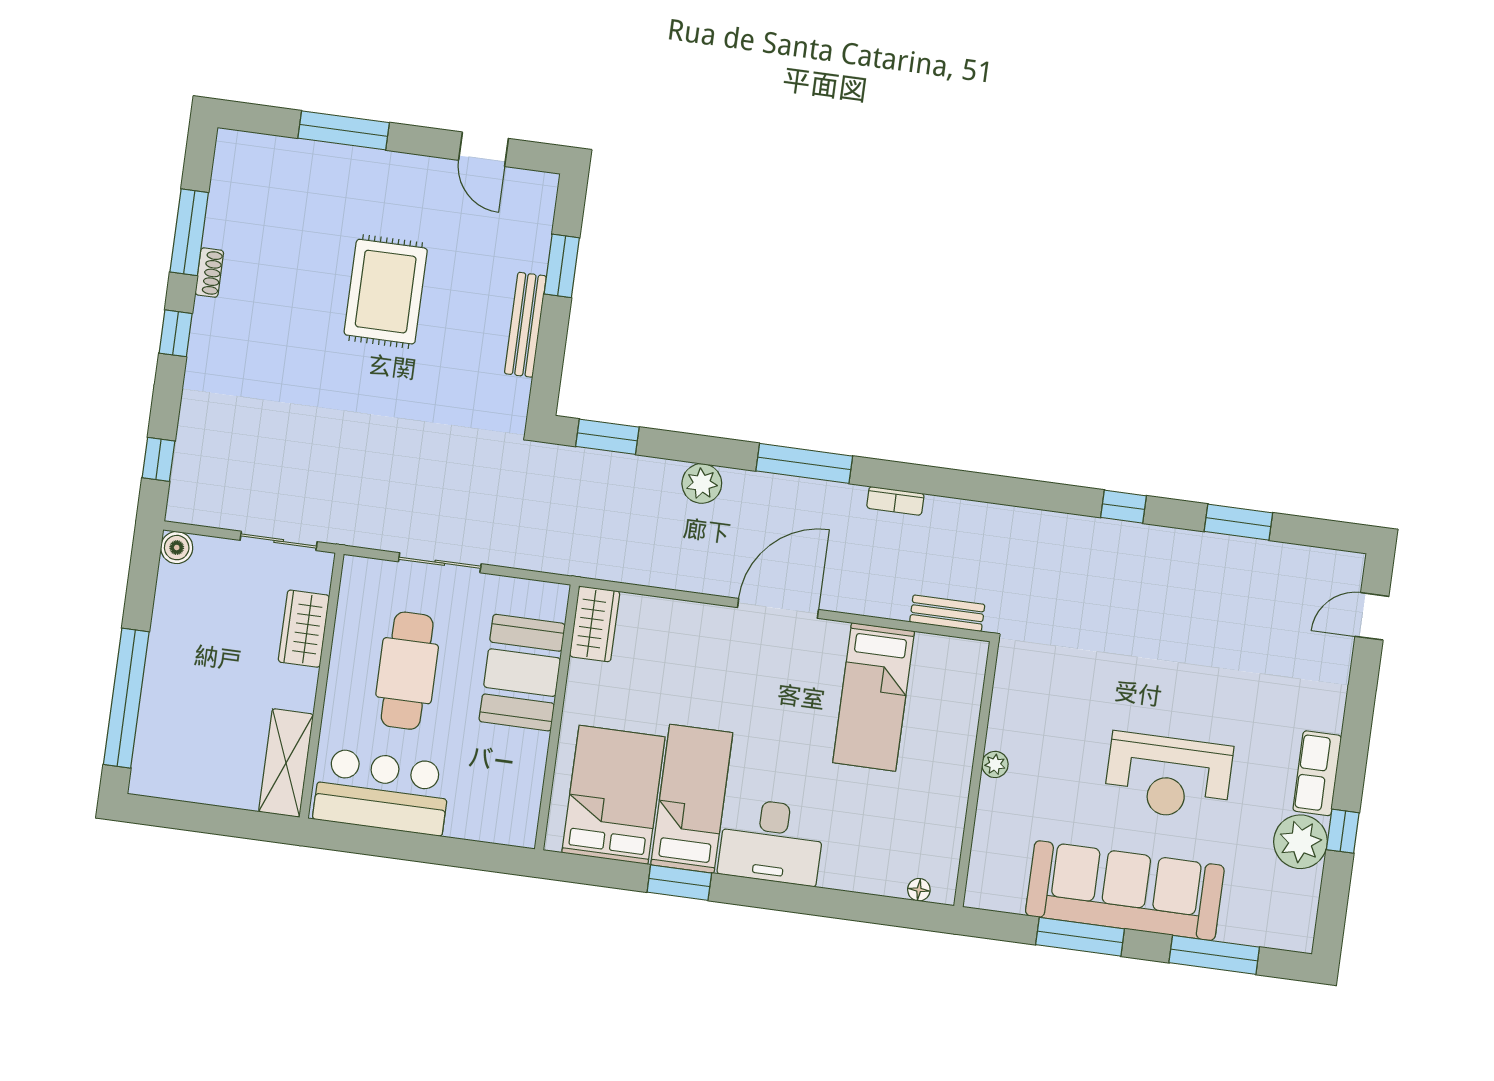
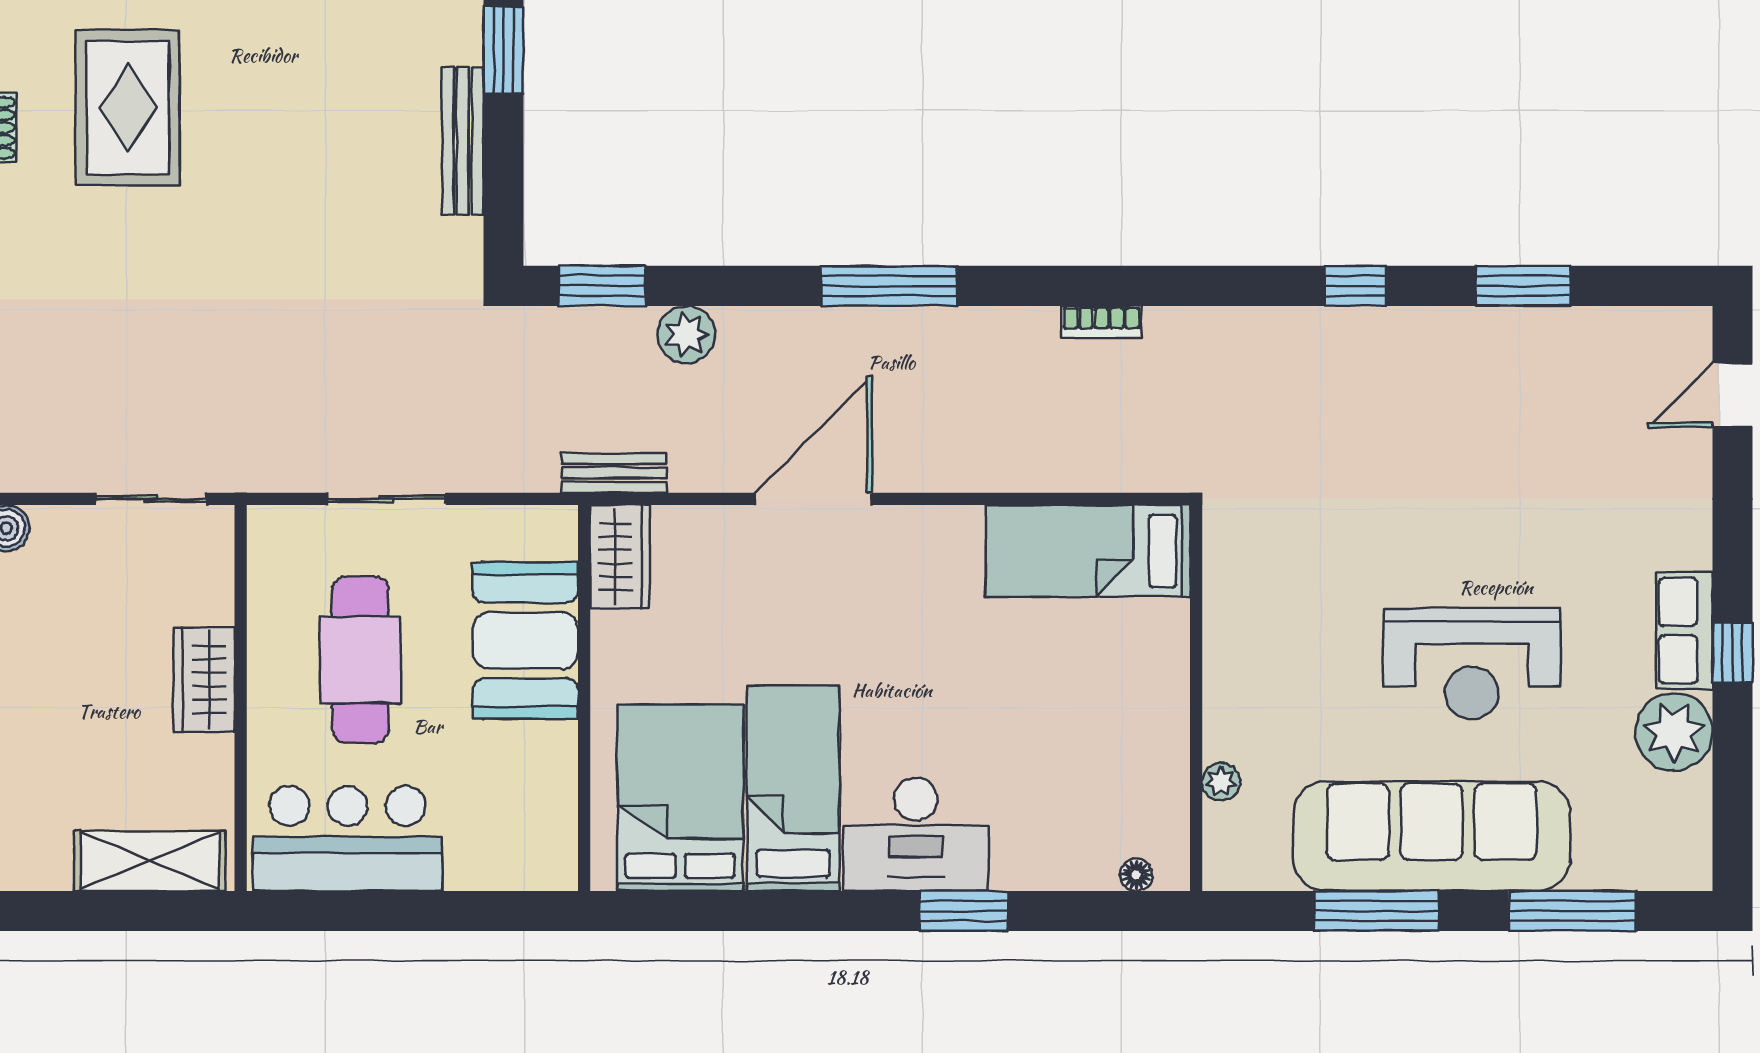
rug: (386, 292) -> (128, 108), moved
plant: (702, 483) -> (686, 334), moved
bookcase: (895, 501) -> (1101, 322), moved
door: (778, 608) -> (813, 499), moved
bench: (947, 613) -> (614, 473), moved
wardrobe: (304, 629) -> (204, 680), moved
bed: (874, 697) -> (1088, 551), moved, turned 90
shelving: (286, 763) -> (150, 861), moved, turned 90
plant: (995, 764) -> (1221, 782), moved
window: (1343, 831) -> (1733, 653), moved
window: (679, 883) -> (964, 911), moved

